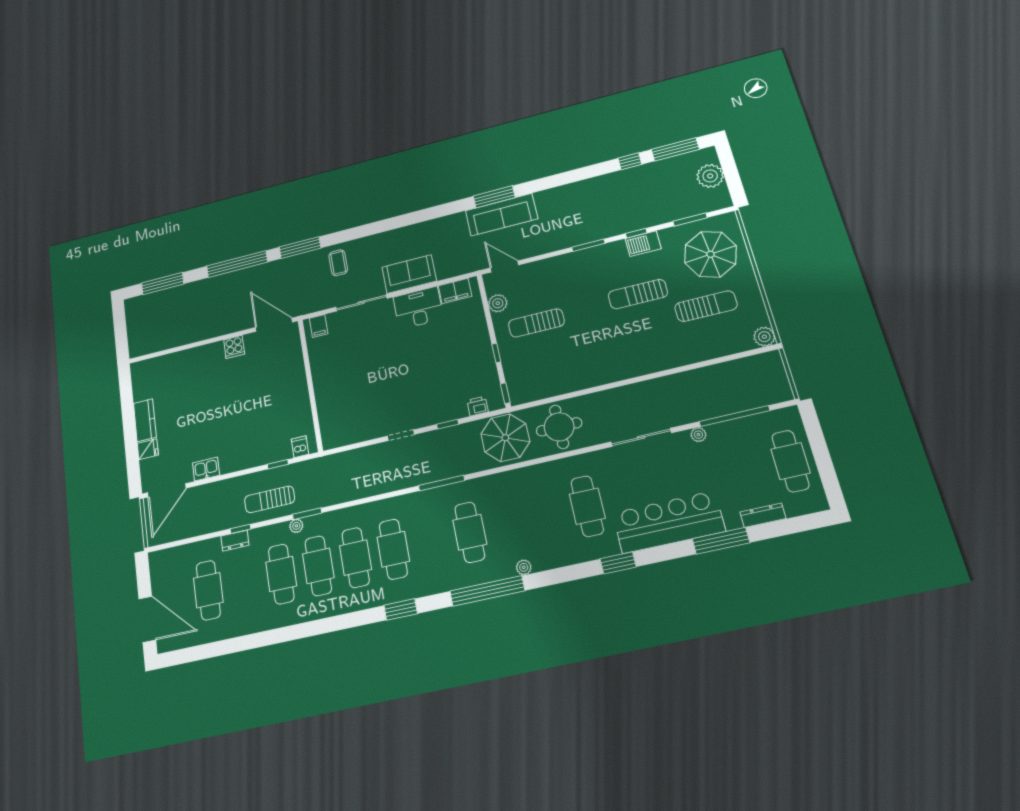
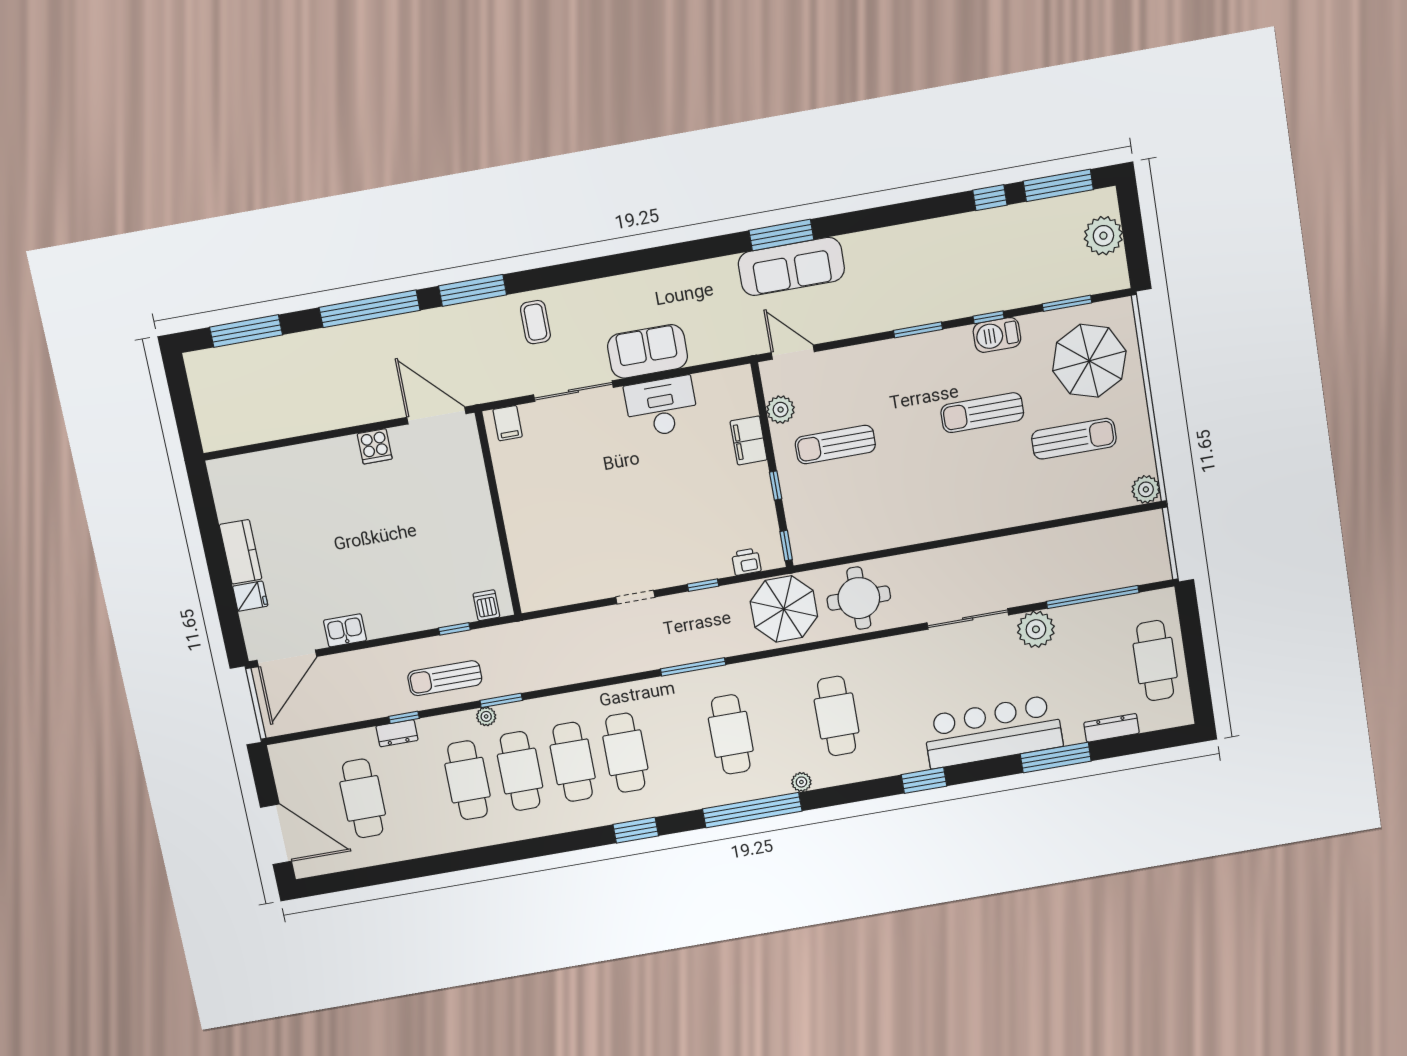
filing cabinet: (455, 291) -> (749, 440), moved, turned 90
plant: (698, 435) -> (1036, 629), width x1.88, depth x1.88
cafe table: (587, 506) -> (837, 716), moved

